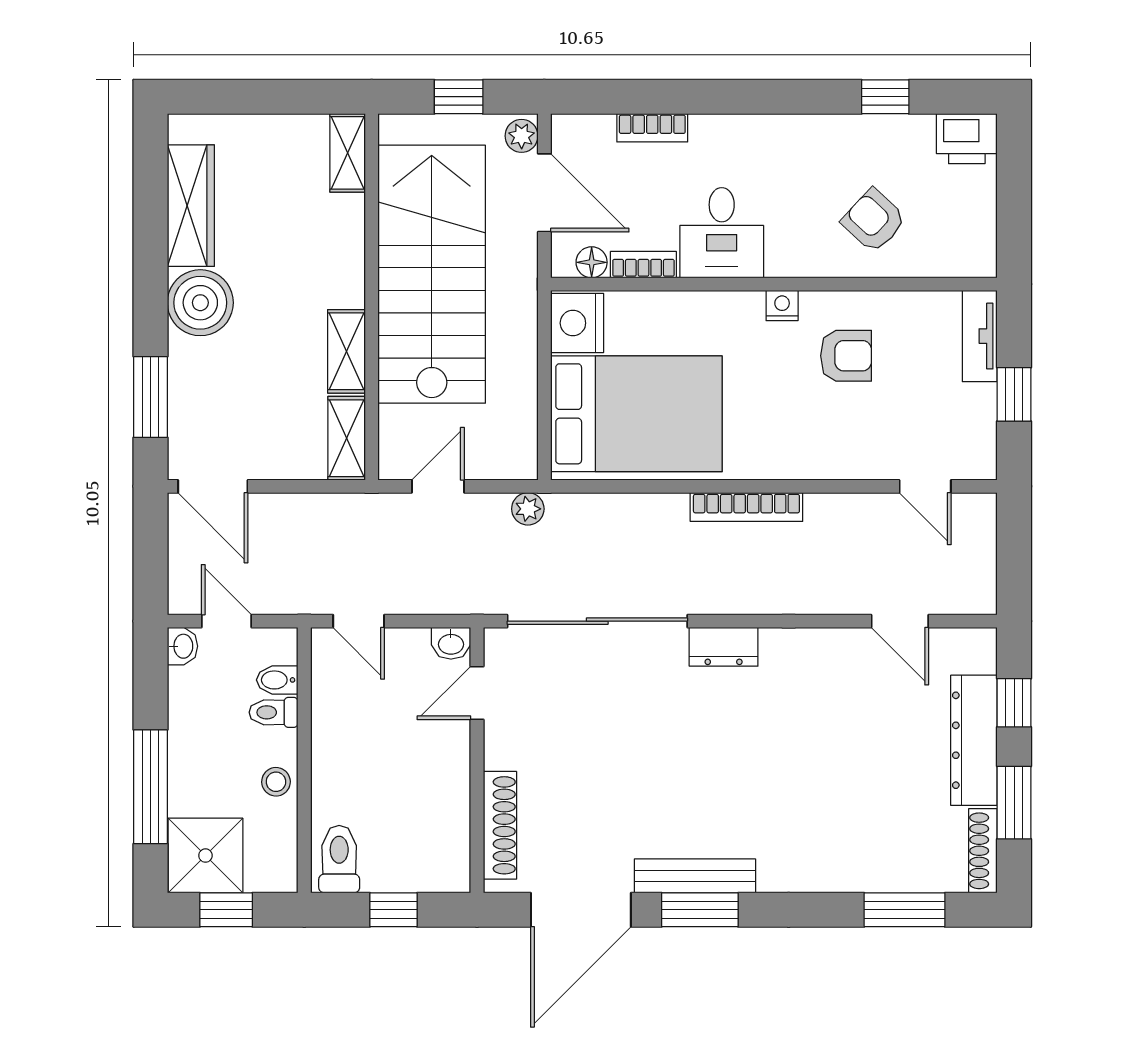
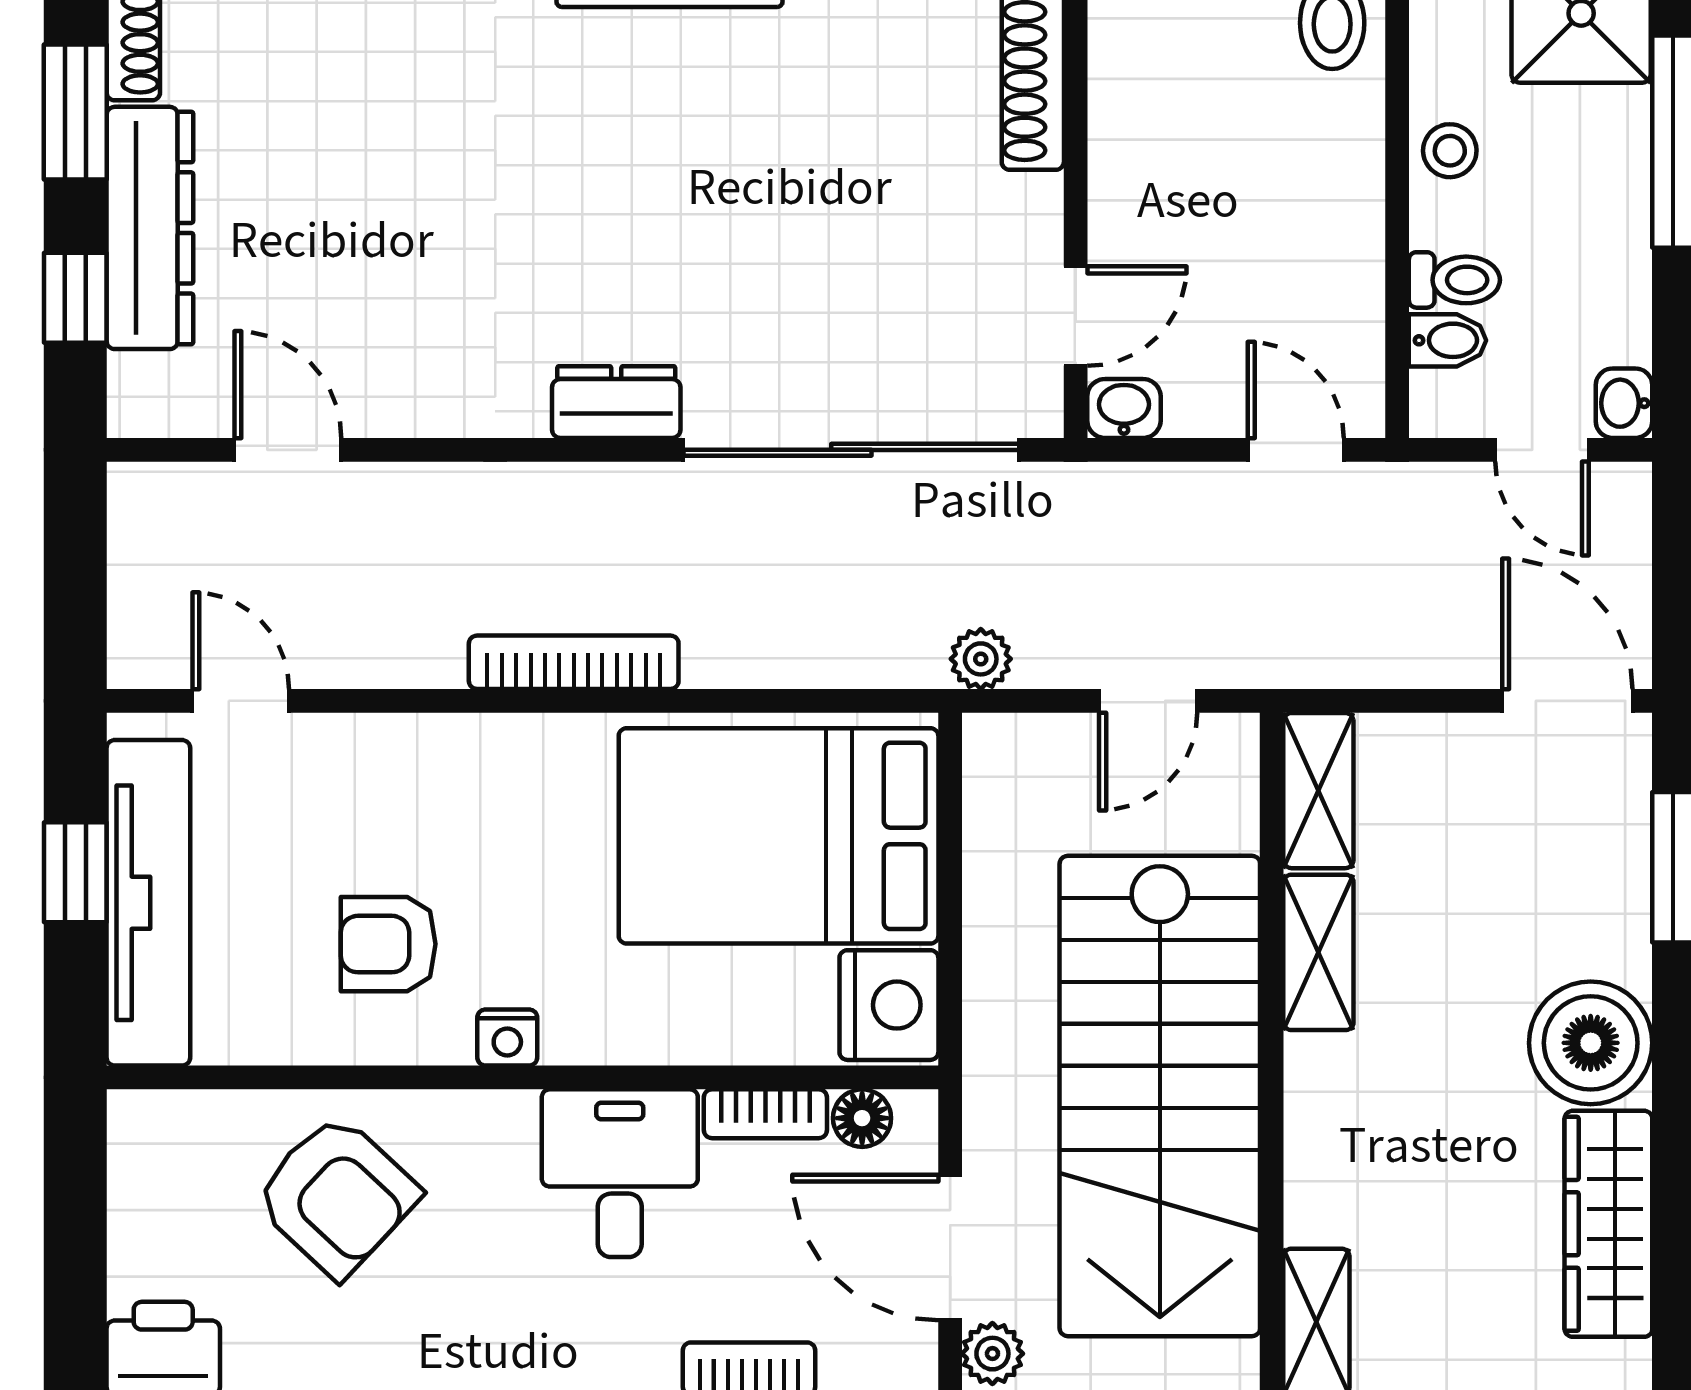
armchair: (874, 221) -> (337, 1196), width x1.38, depth x1.38
tv unit: (980, 336) -> (148, 903), width x1.92, depth x1.29

